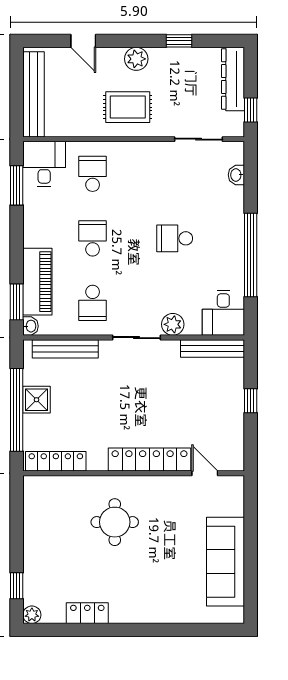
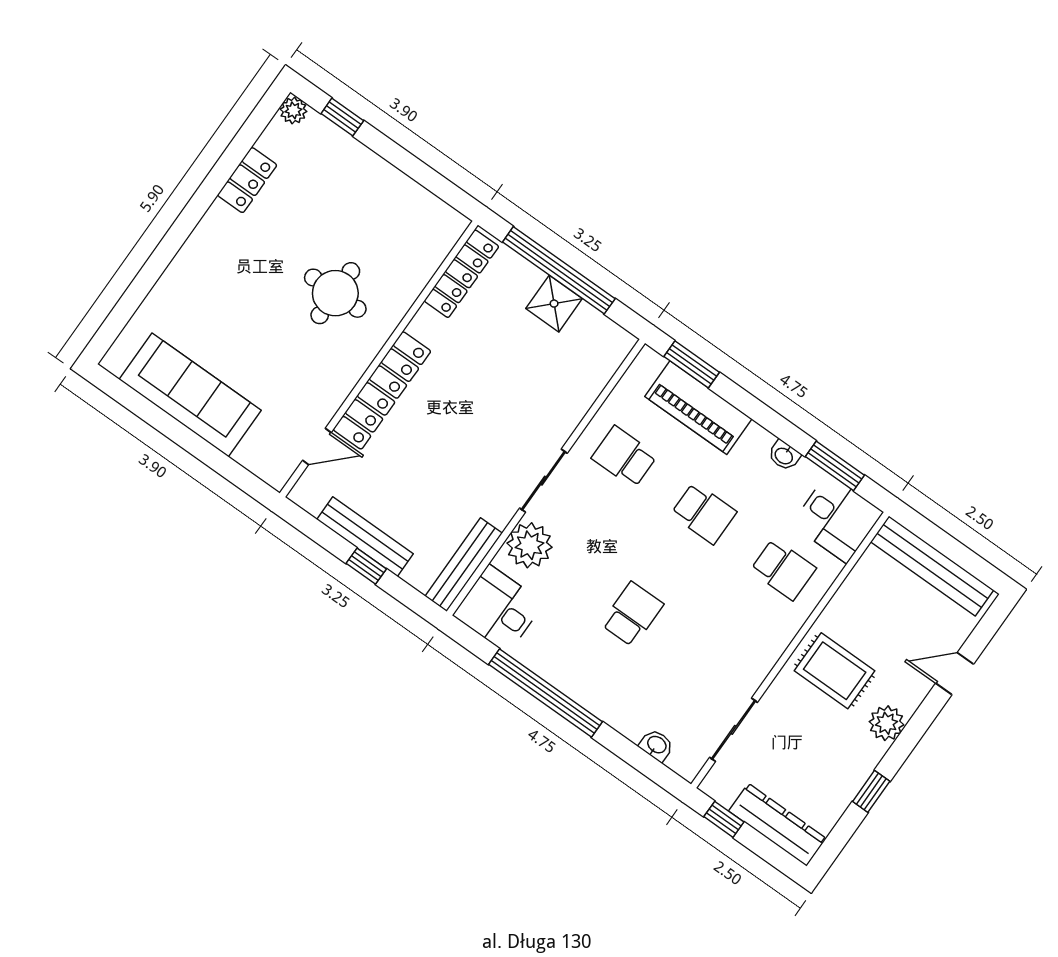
rug: (128, 107) -> (835, 671), turned 90
plant: (173, 324) -> (529, 545), width x1.36, depth x1.36
washbasin: (31, 326) -> (784, 455), moved
bench: (65, 349) -> (365, 537), moved, turned 90

